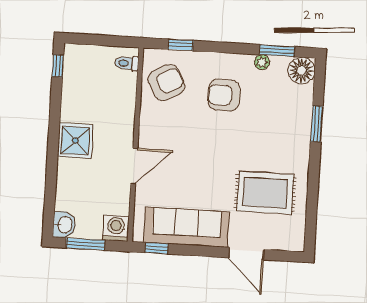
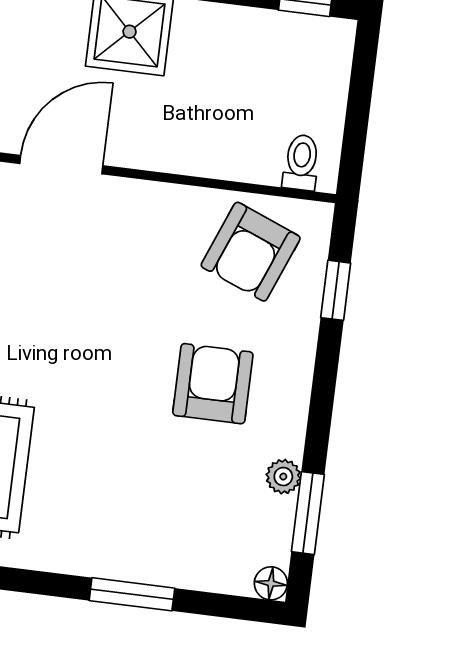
floor lamp: (301, 71) -> (271, 583), width x0.53, depth x0.53
armchair: (166, 82) -> (251, 252), turned 51
door: (134, 166) -> (61, 165), swing flipped

